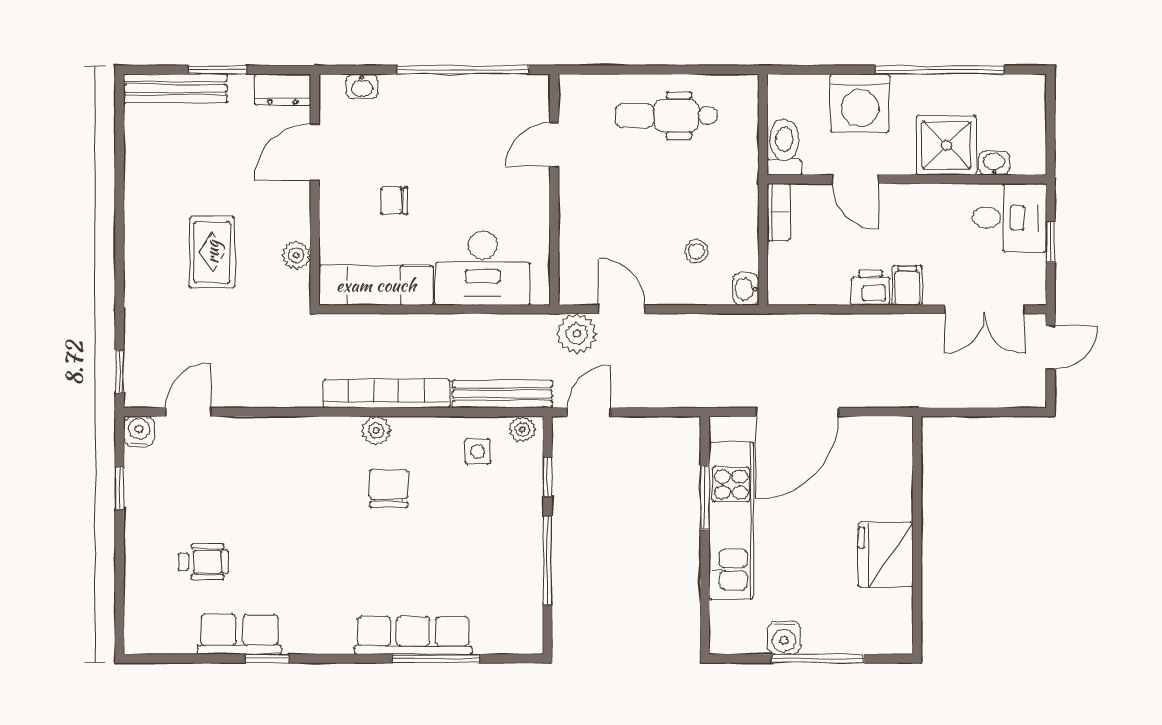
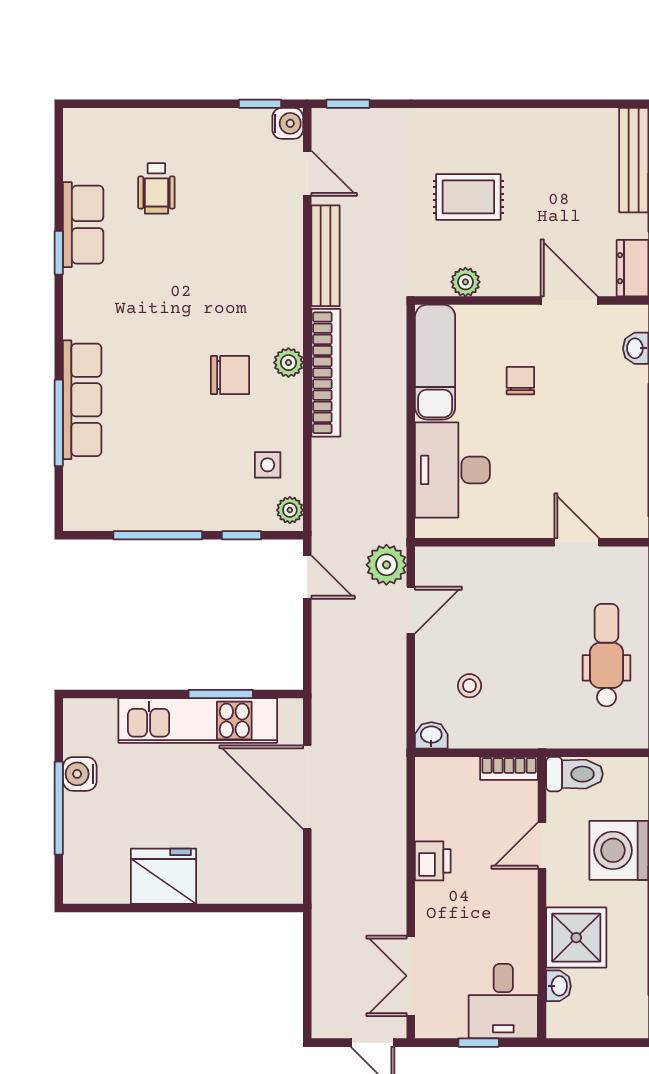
filing cabinet: (907, 286) -> (435, 898), removed
bench: (502, 394) -> (326, 256), moved
window: (120, 488) -> (260, 104), moved

